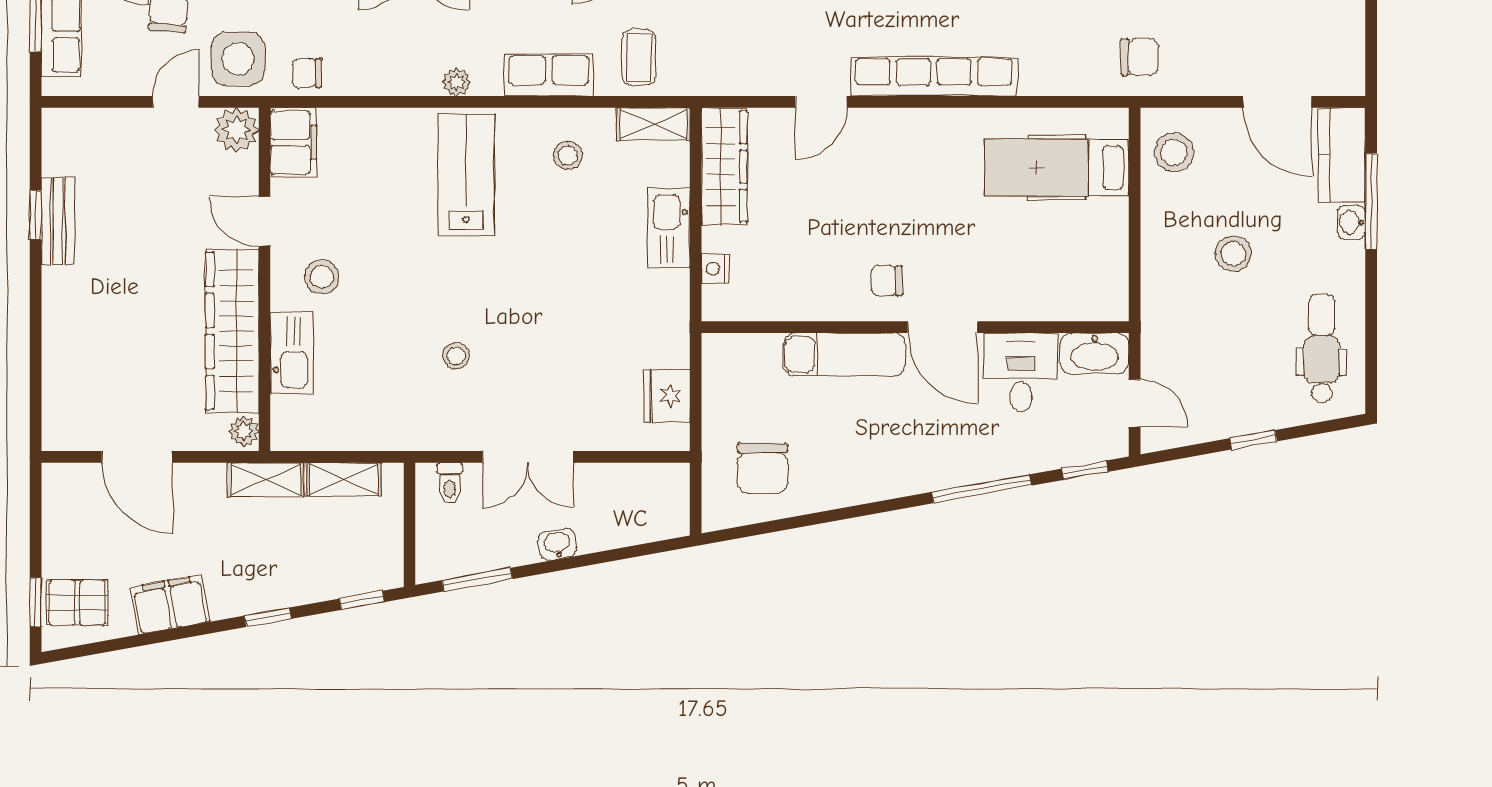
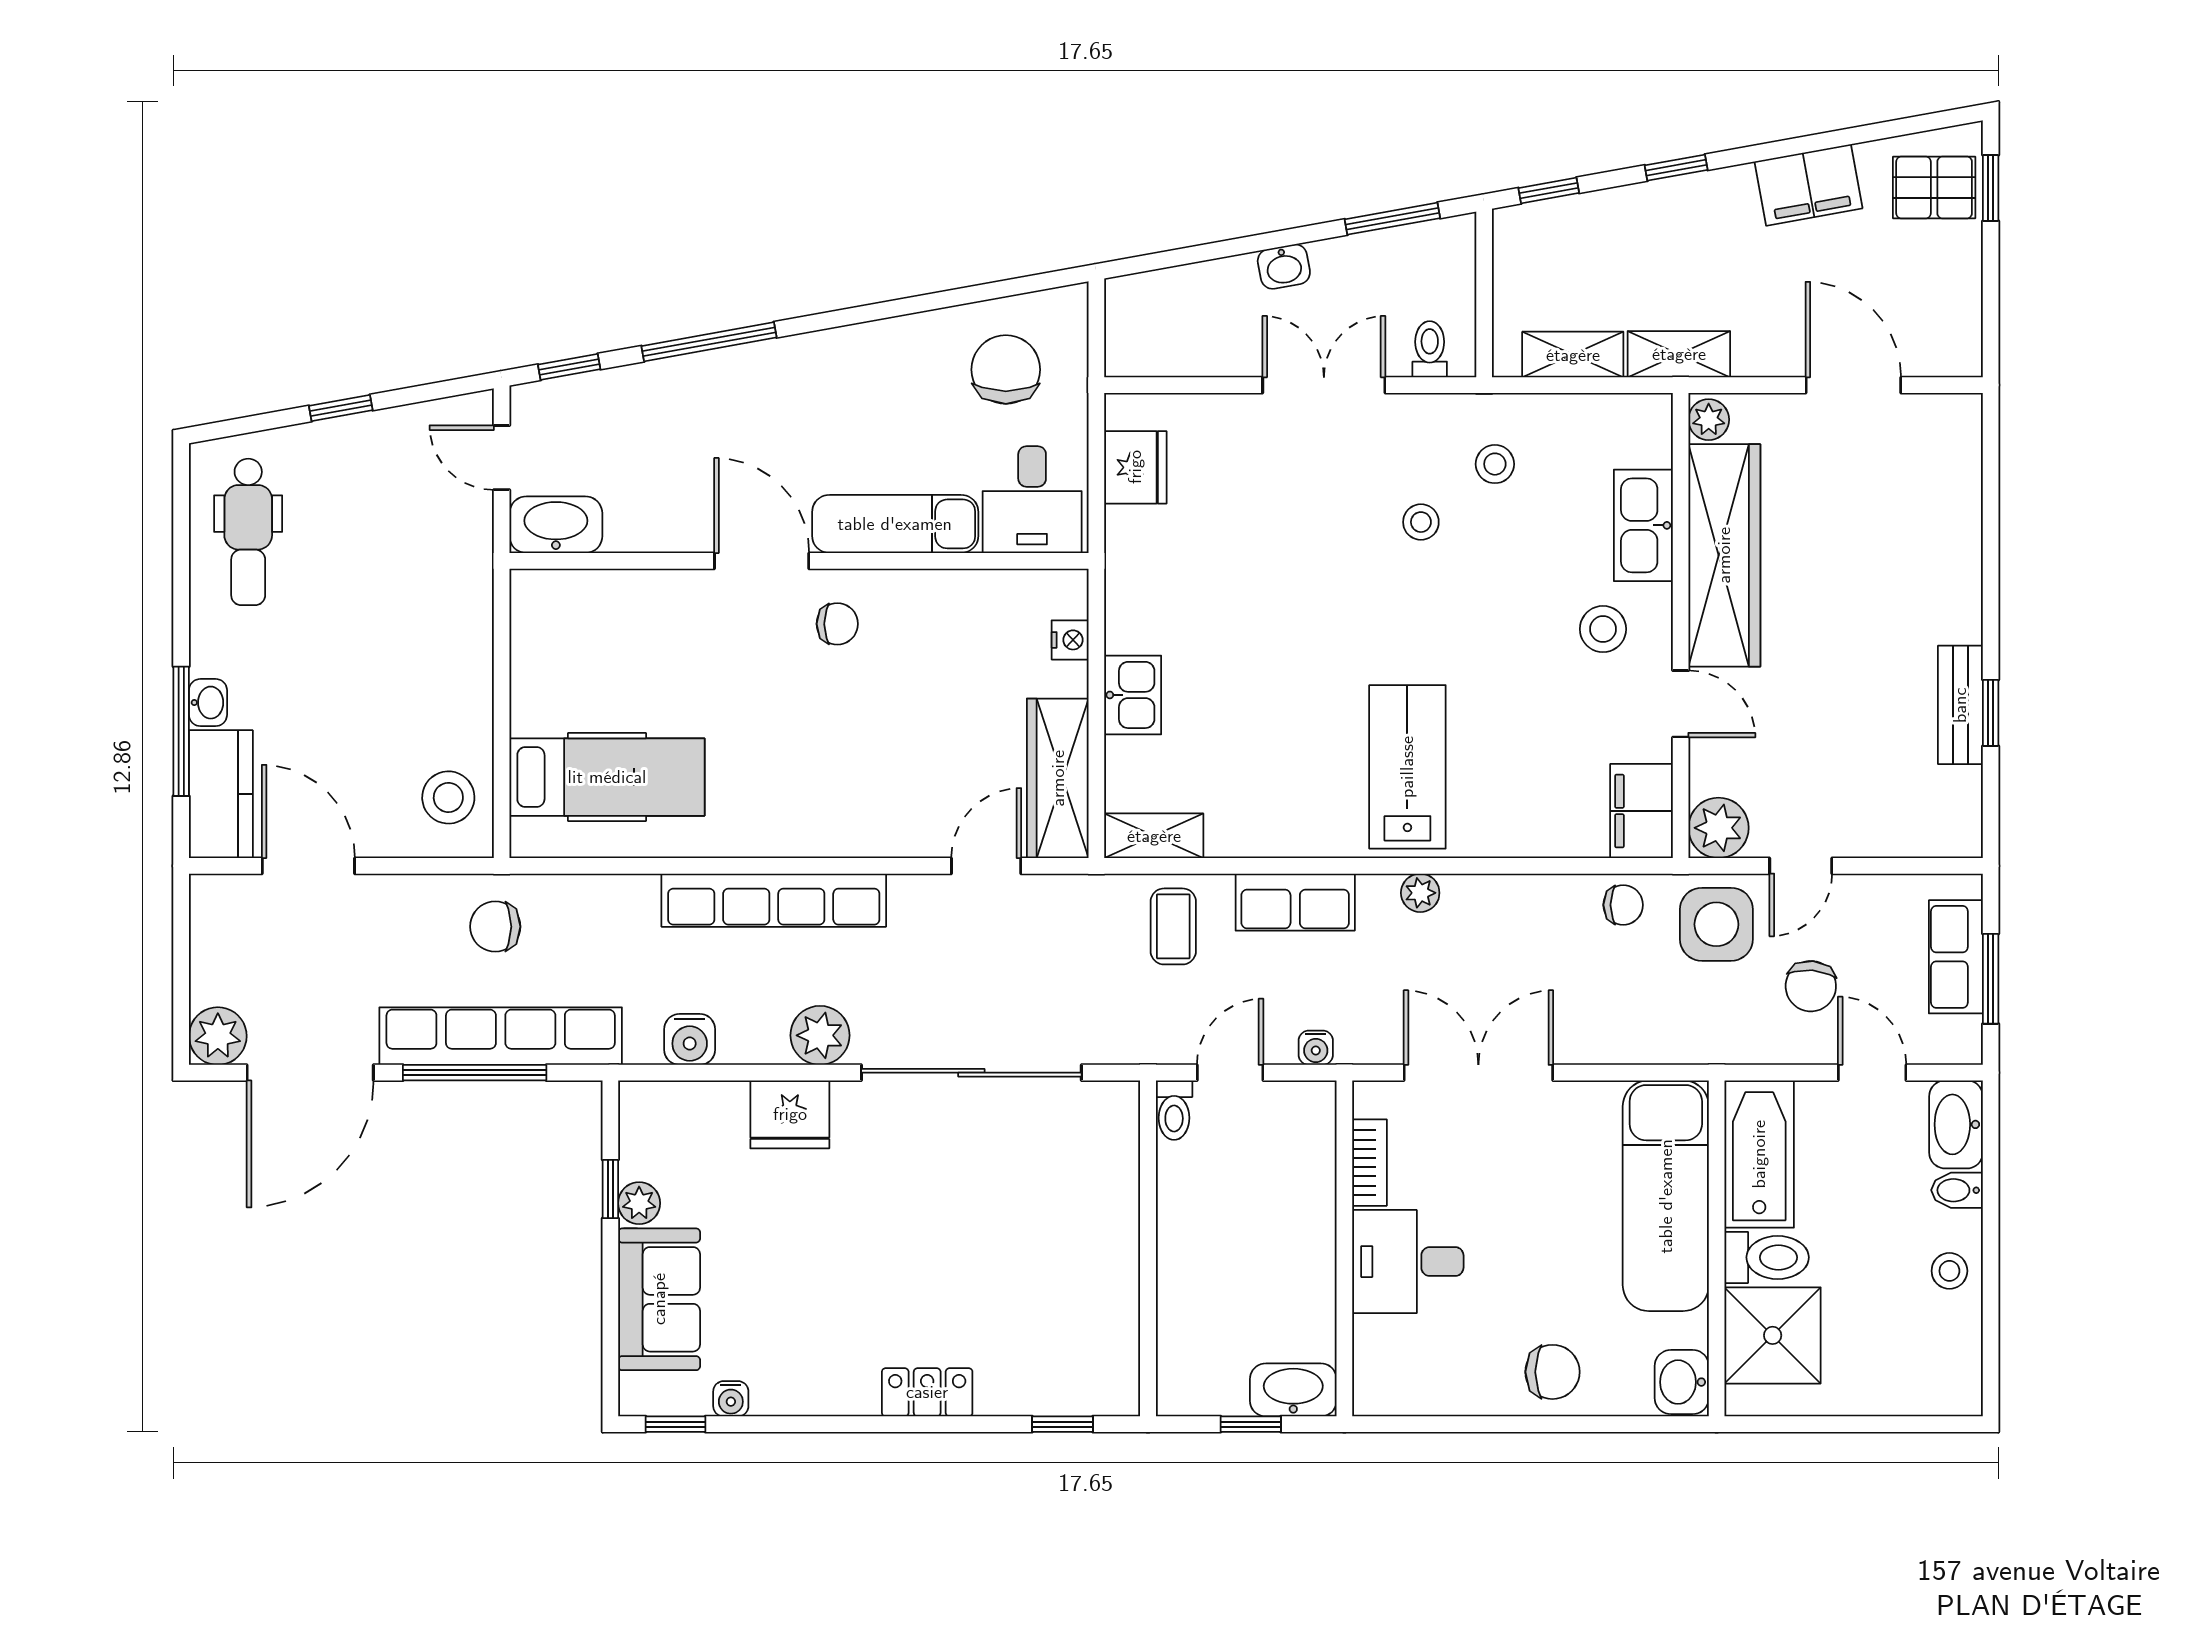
door: (821, 102) -> (986, 866), moved
stool: (568, 155) -> (1495, 464), moved
lab bench: (466, 175) -> (1407, 767), turned 180
kitchen sink: (669, 228) -> (1133, 695), width x0.73
stool: (1233, 254) -> (368, 660), removed
desk: (1021, 372) -> (1032, 500), moved

